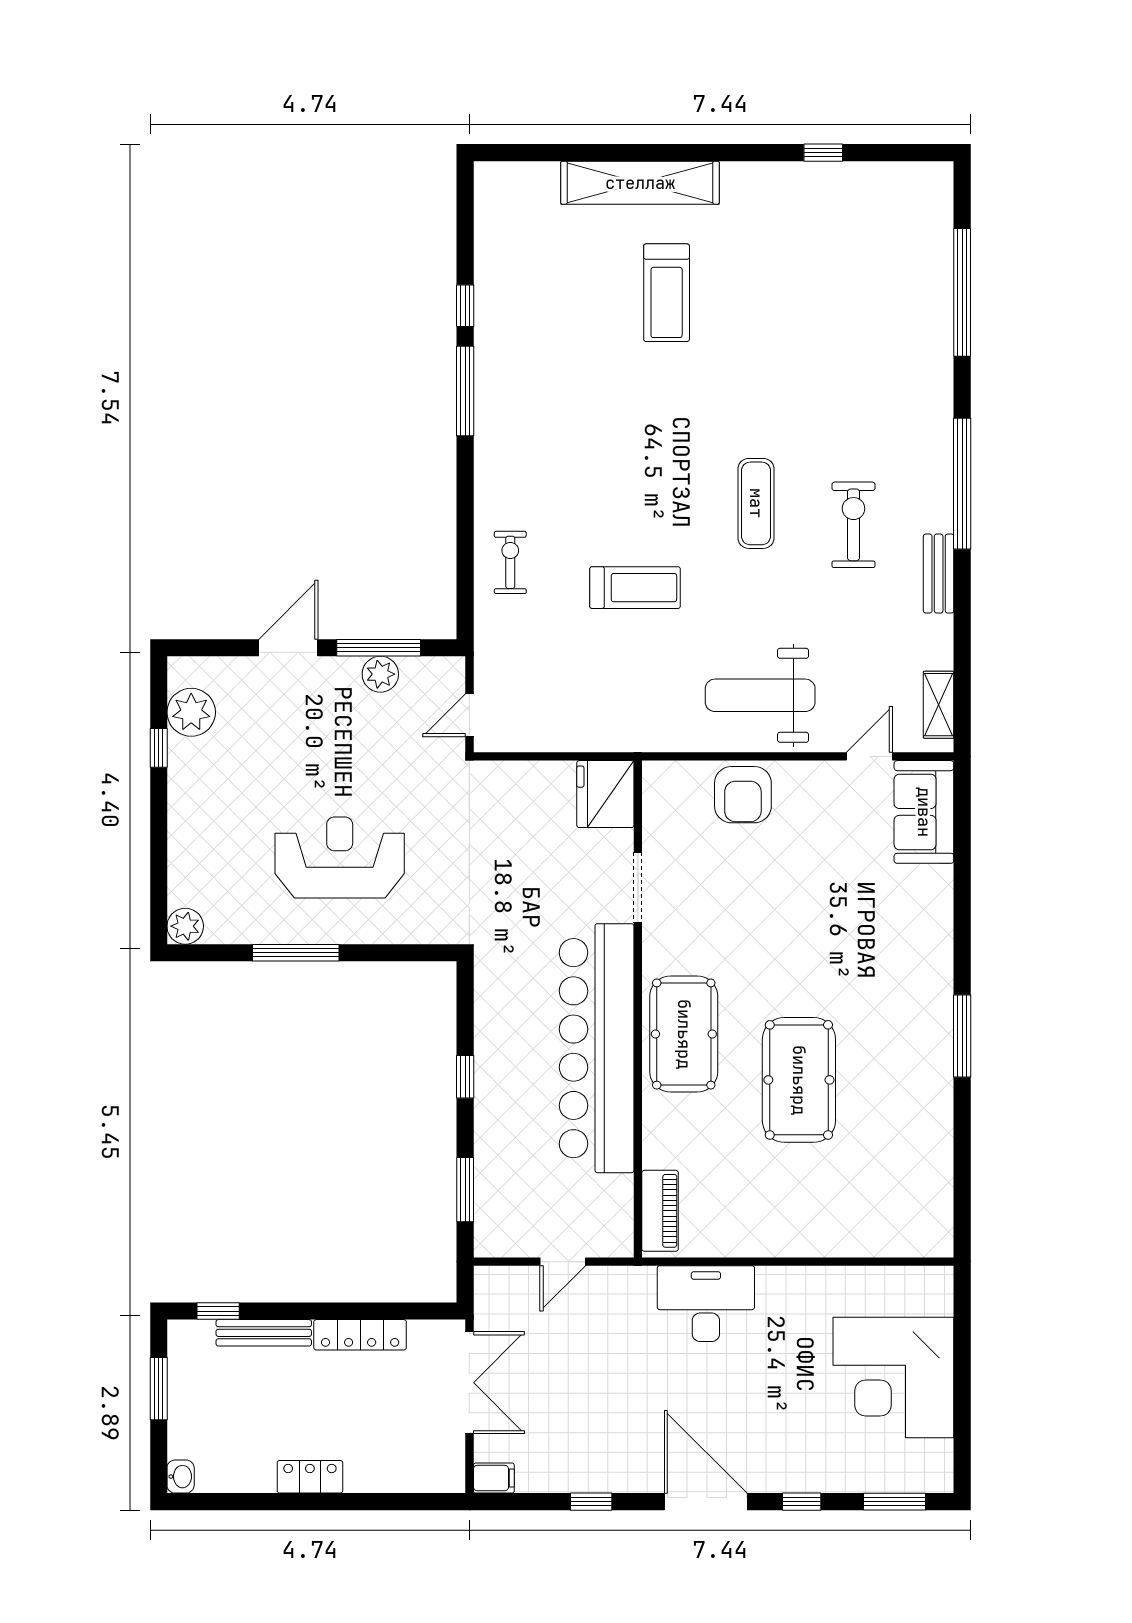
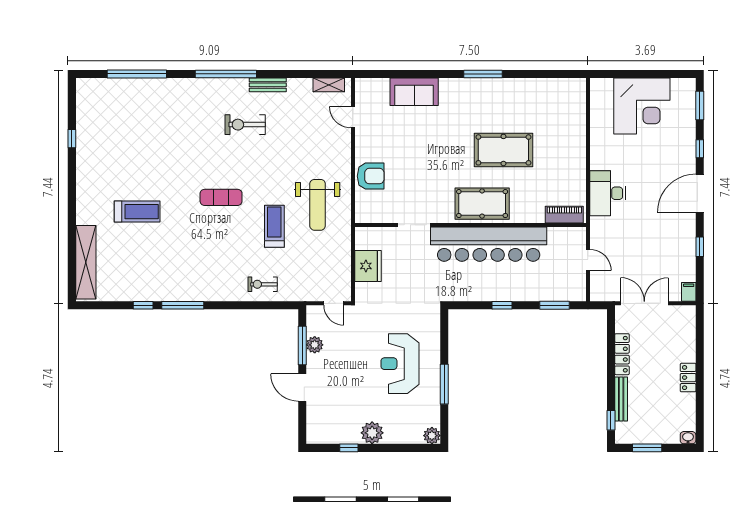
shelving: (640, 183) -> (86, 262), moved
exercise mat: (756, 503) -> (221, 197), moved
weight bench: (760, 695) -> (318, 205), moved
plant: (191, 712) -> (372, 433), moved
fridge: (605, 794) -> (368, 266), moved, turned -90
sofa: (924, 812) -> (414, 92), moved

